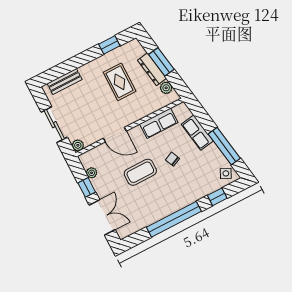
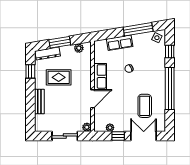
dresser: (152, 69) -> (48, 53), moved
bench: (65, 81) -> (39, 101), moved
row of seats: (159, 123) -> (100, 76), moved
coffee table: (140, 172) -> (145, 106), moved

